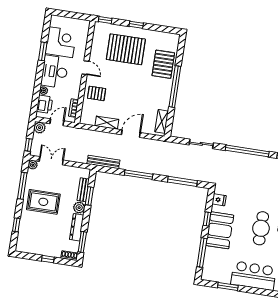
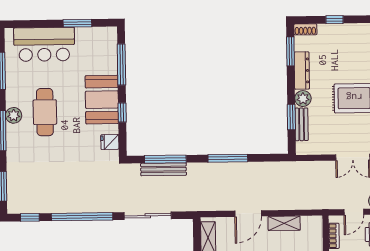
sliding door: (201, 144) -> (148, 216), width x1.37
bench: (103, 162) -> (163, 169), moved

